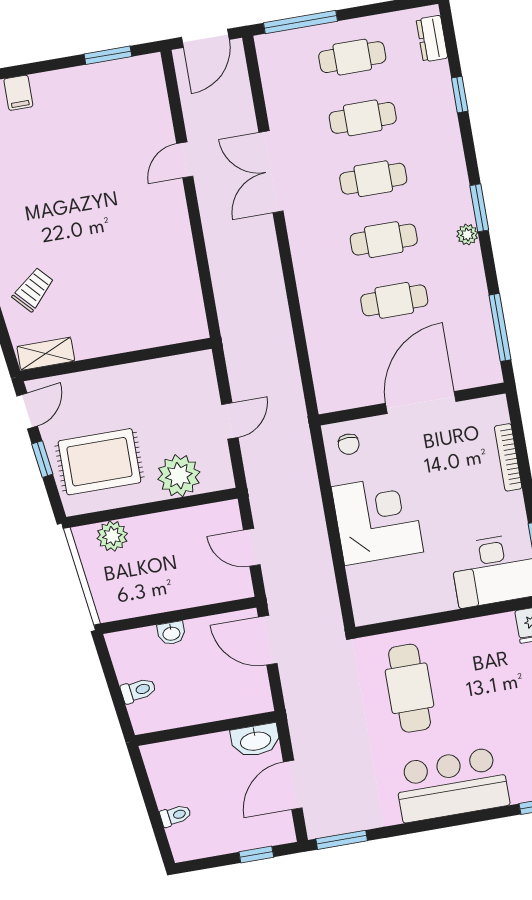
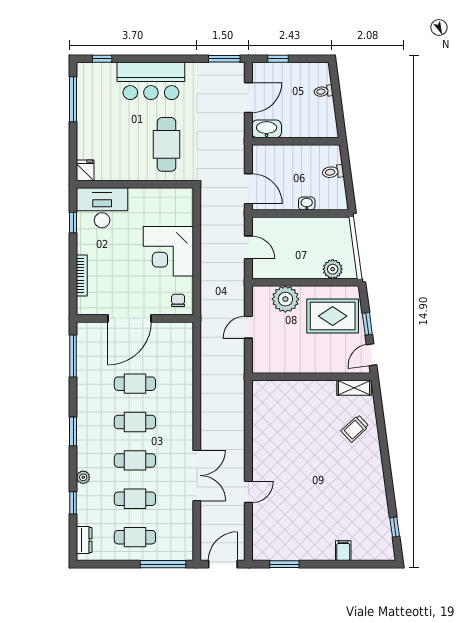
plant: (467, 235) -> (83, 477), moved

